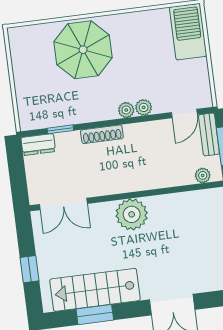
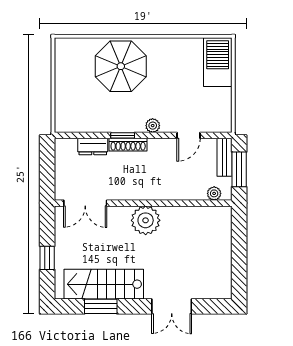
plant: (144, 107) -> (169, 125), removed
door: (184, 113) -> (189, 135), moved
window: (60, 129) -> (123, 135), moved
dresser: (38, 145) -> (93, 147), moved

